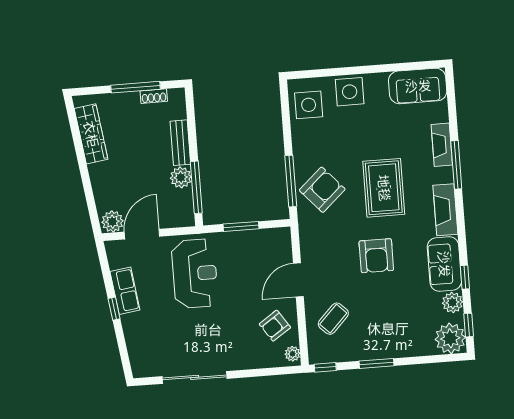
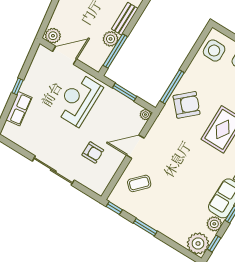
armchair: (376, 256) -> (190, 165), removed
reception desk: (195, 274) -> (79, 100), turned 180
row of seats: (125, 291) -> (19, 109), moved
armchair: (275, 326) -> (93, 152), moved, turned -146
plant: (293, 354) -> (145, 115), moved
sliding door: (195, 377) -> (53, 171), moved

